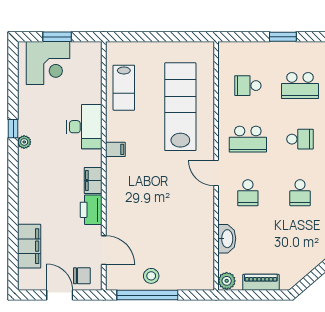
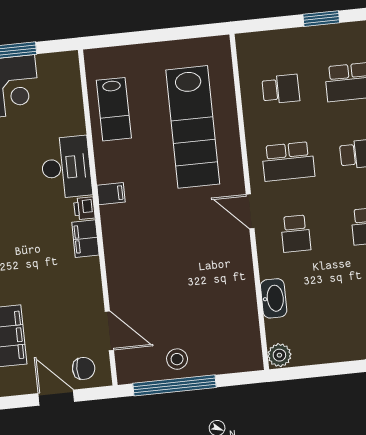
school desk: (248, 86) -> (281, 89), turned 180
lab bench: (180, 107) -> (193, 127), turned 180
printer: (91, 210) -> (84, 208), moved, width x0.53, depth x0.68
piano: (261, 282) -> (326, 352), removed

